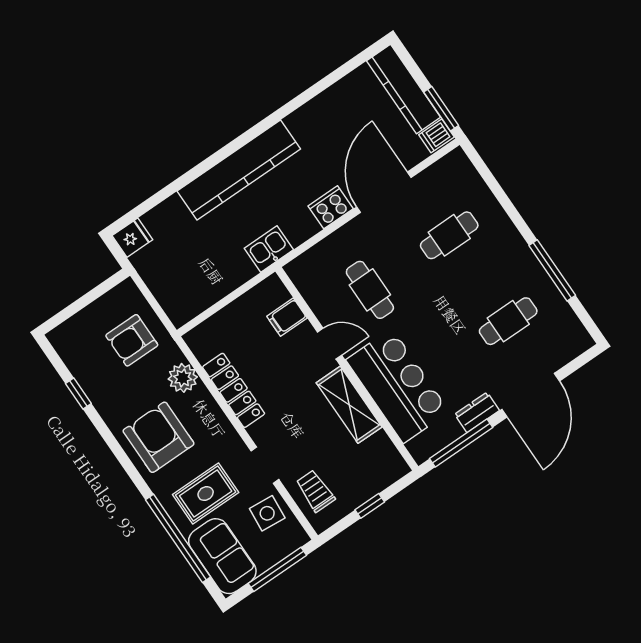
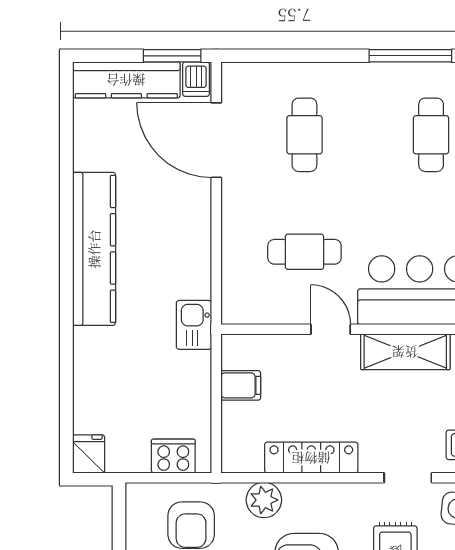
kitchen counter: (239, 170) -> (94, 249), moved
door: (384, 192) -> (216, 140), moved
cooker: (331, 207) -> (173, 456), moved, turned 90
filing cabinet: (287, 317) -> (241, 385), moved, turned -90
door: (330, 344) -> (331, 329), hinge flipped

